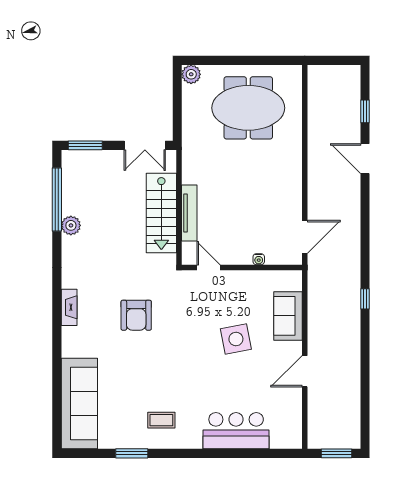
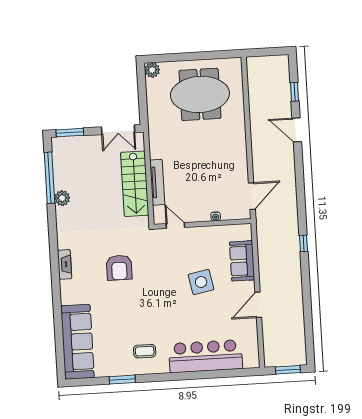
bar counter: (236, 431) -> (206, 356), width x1.36

